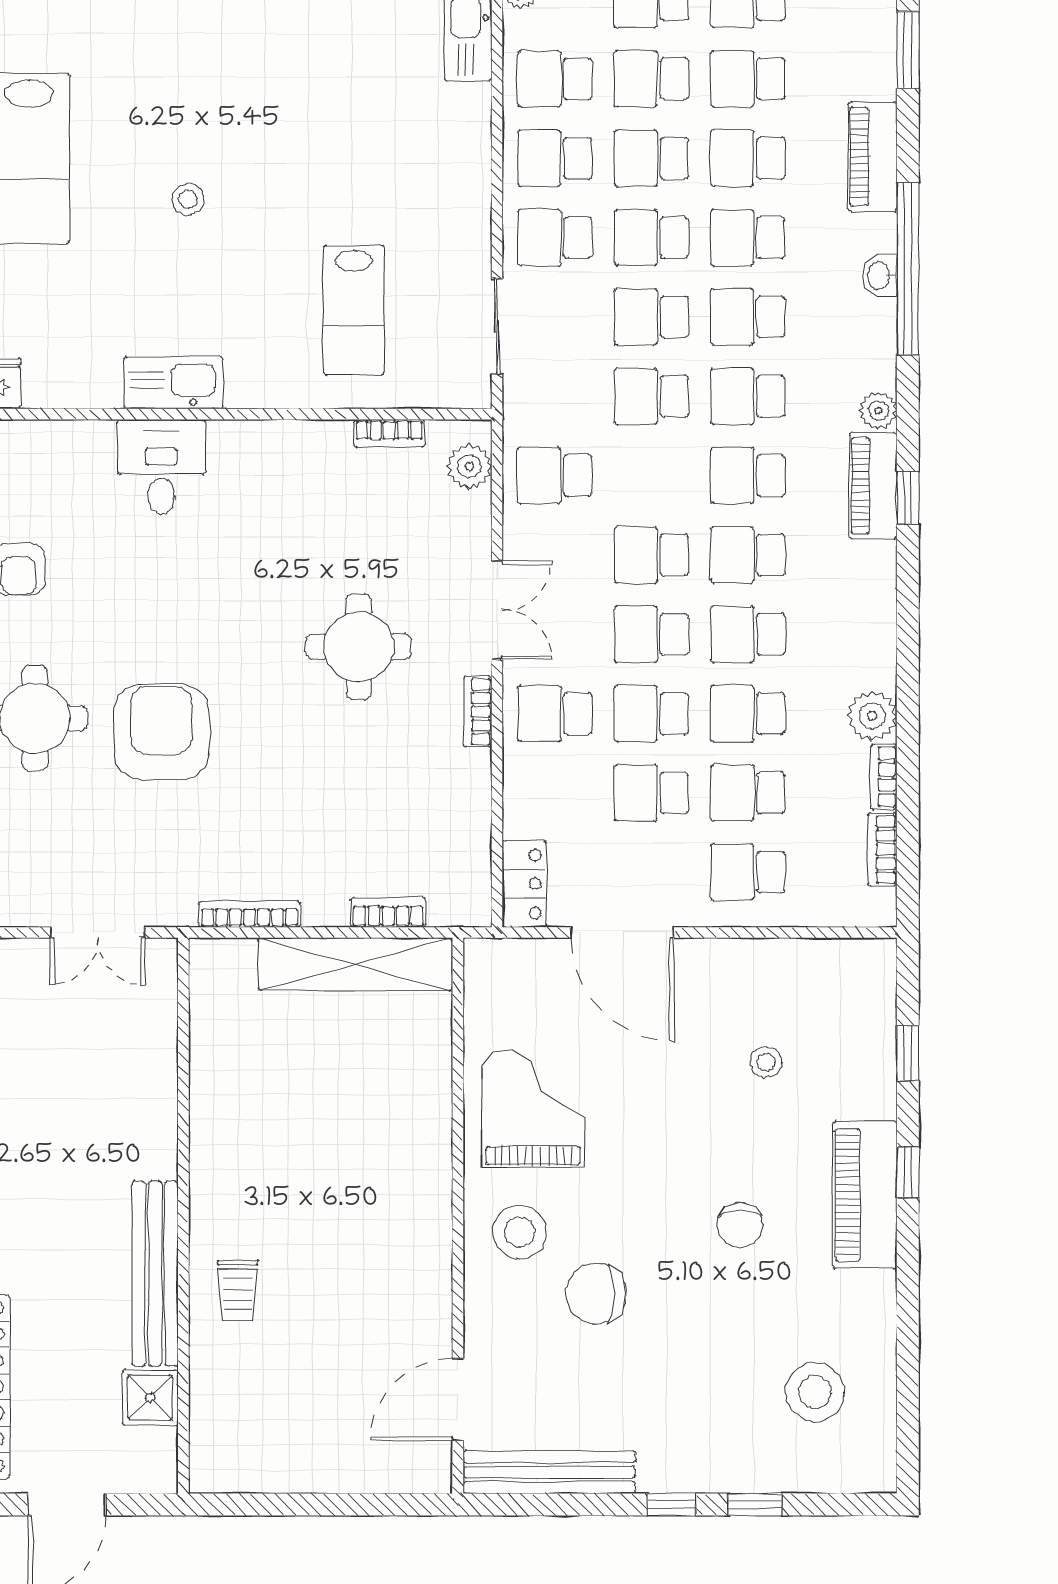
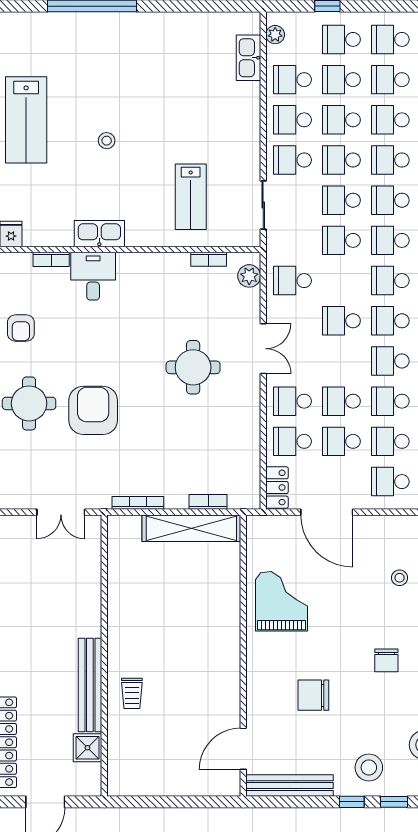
school desk: (651, 634) -> (293, 441), moved
bookcase: (478, 712) -> (51, 259), moved, turned -90
stool: (520, 1232) -> (369, 767), moved

